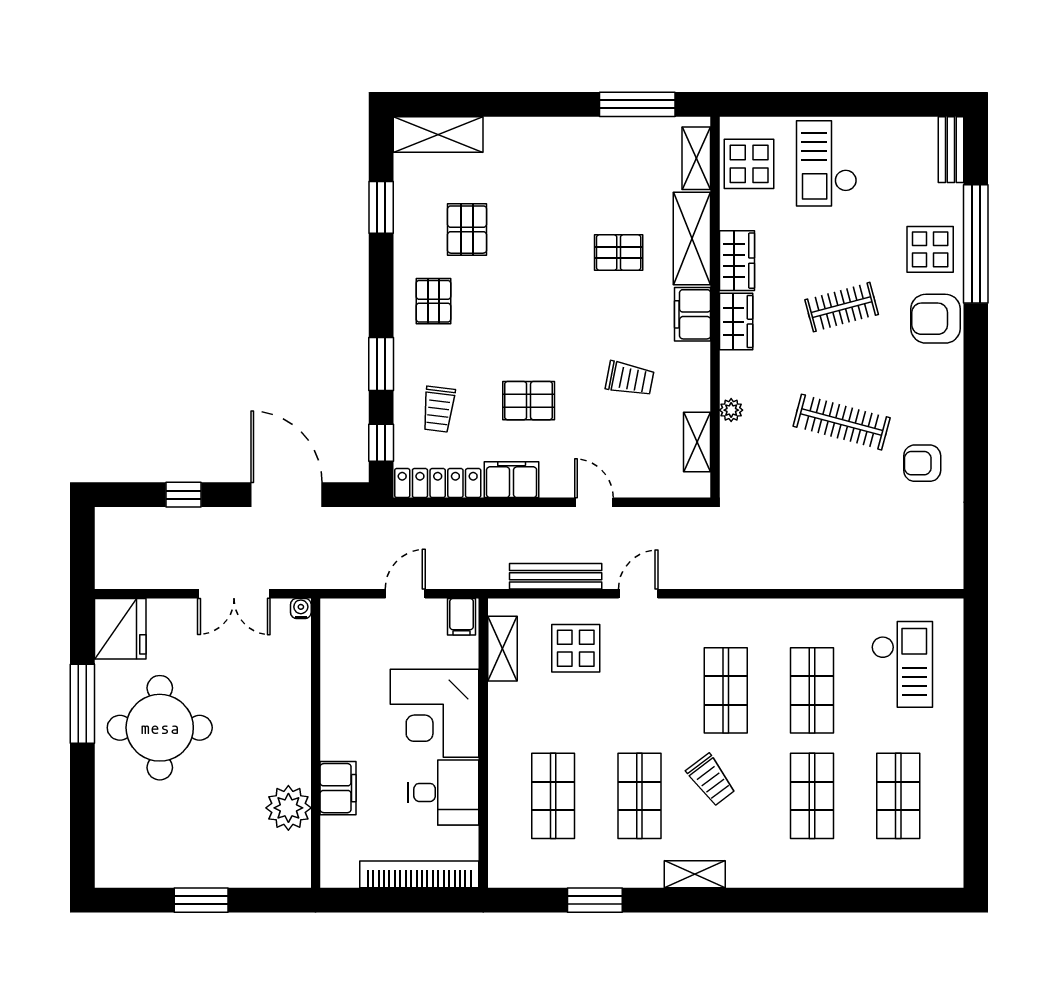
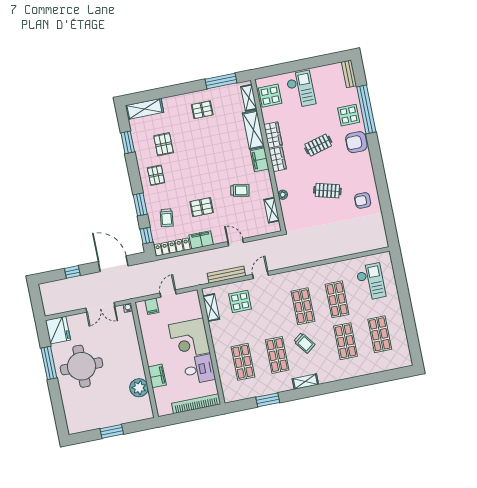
checkout: (827, 163) -> (301, 89), turned 180
pallet: (619, 253) -> (202, 110), moved
clothes rail: (842, 422) -> (327, 191), width x0.73
filing cabinet: (462, 617) -> (152, 306), moved

